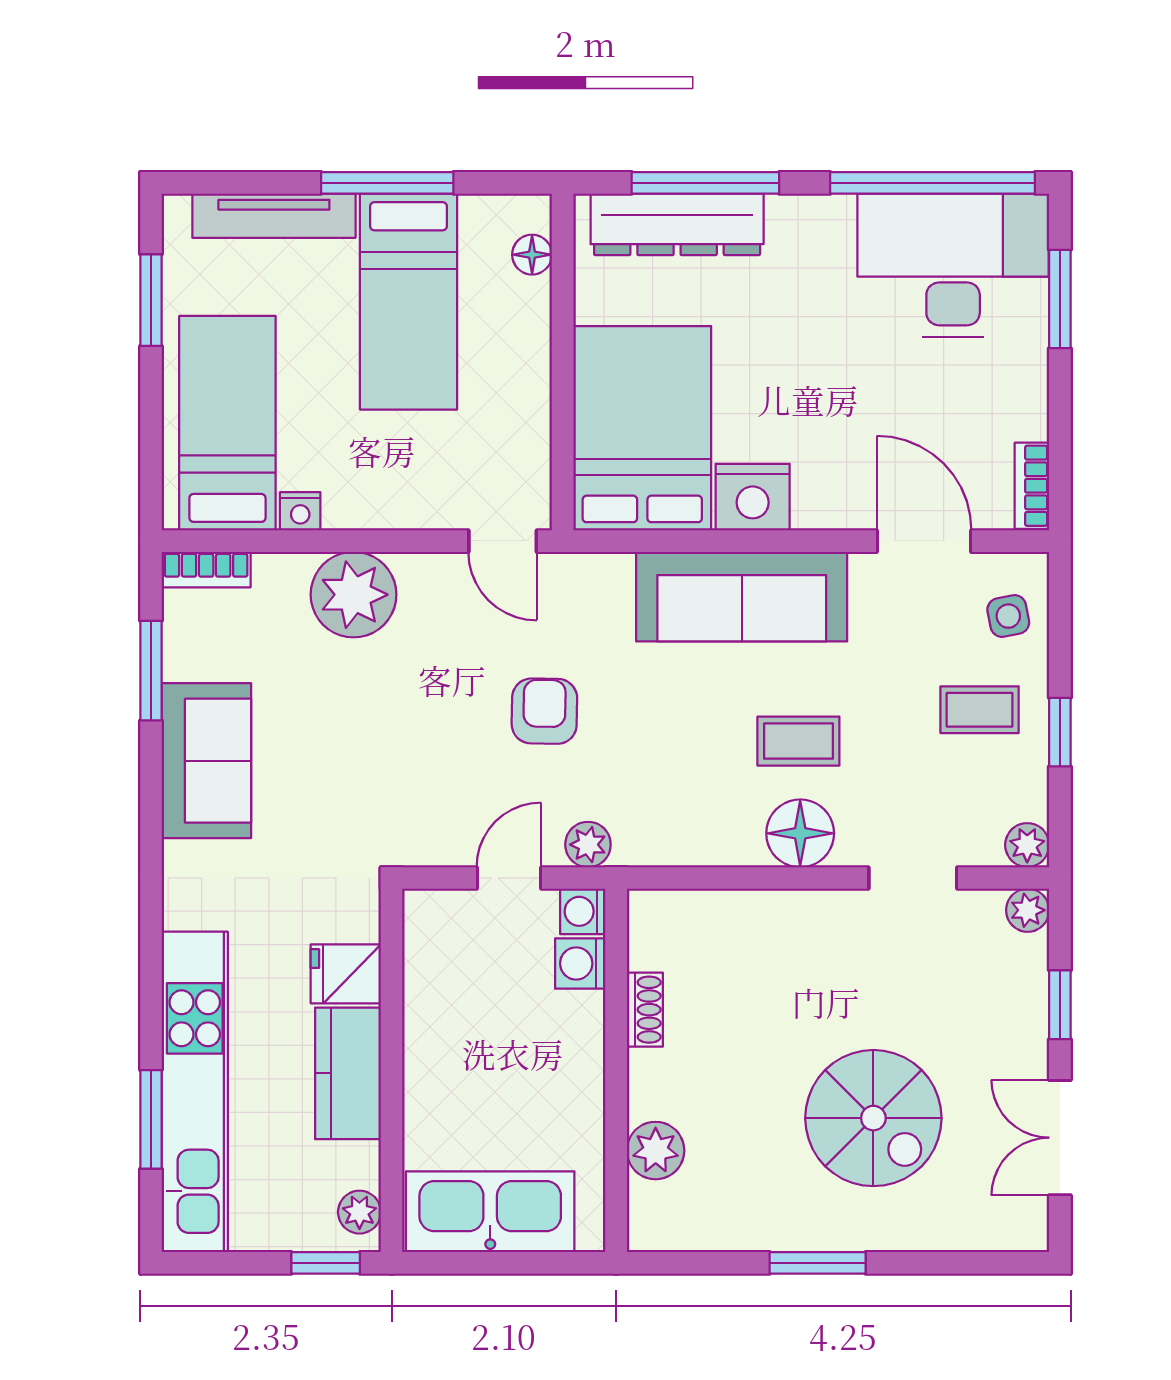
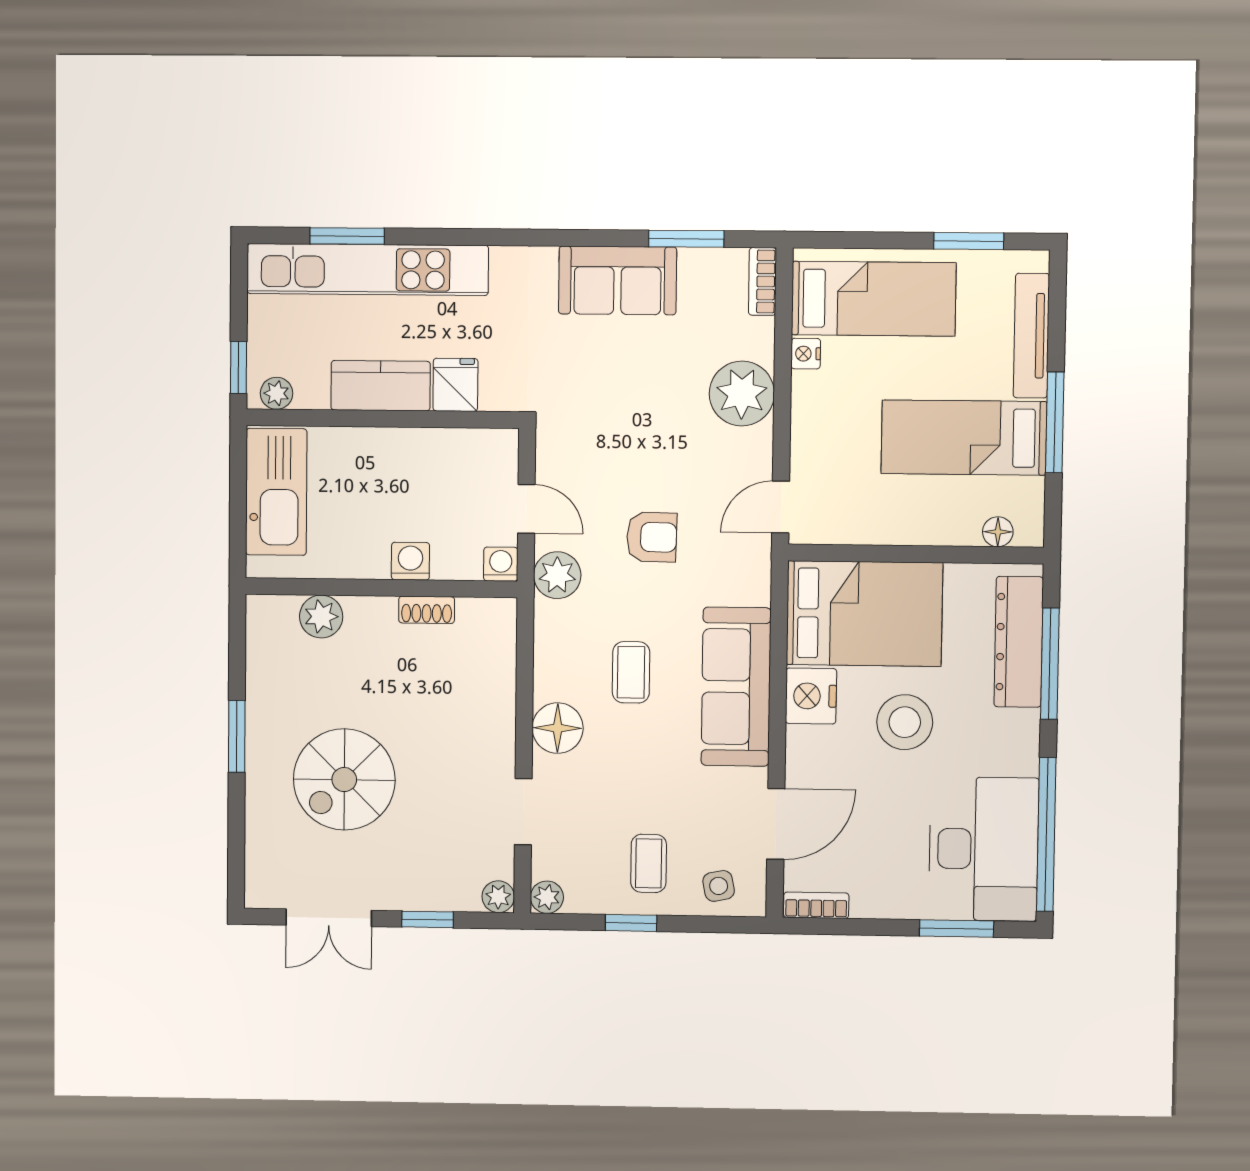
stool: (786, 373) -> (905, 722), added
coffee table: (798, 741) -> (631, 672), moved
plant: (588, 845) -> (557, 575), width x1.38, depth x1.38
washing machine: (580, 963) -> (410, 561), moved
double door: (1060, 1138) -> (329, 918), swing flipped

